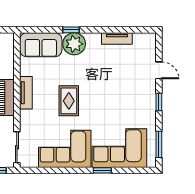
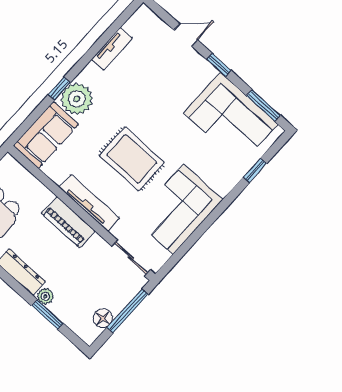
tv unit: (26, 93) -> (89, 203), width x1.41
rug: (69, 101) -> (132, 159), width x1.36, depth x1.43
corner sofa: (119, 148) -> (231, 118), moved, turned -90
window: (102, 170) -> (255, 170), moved

